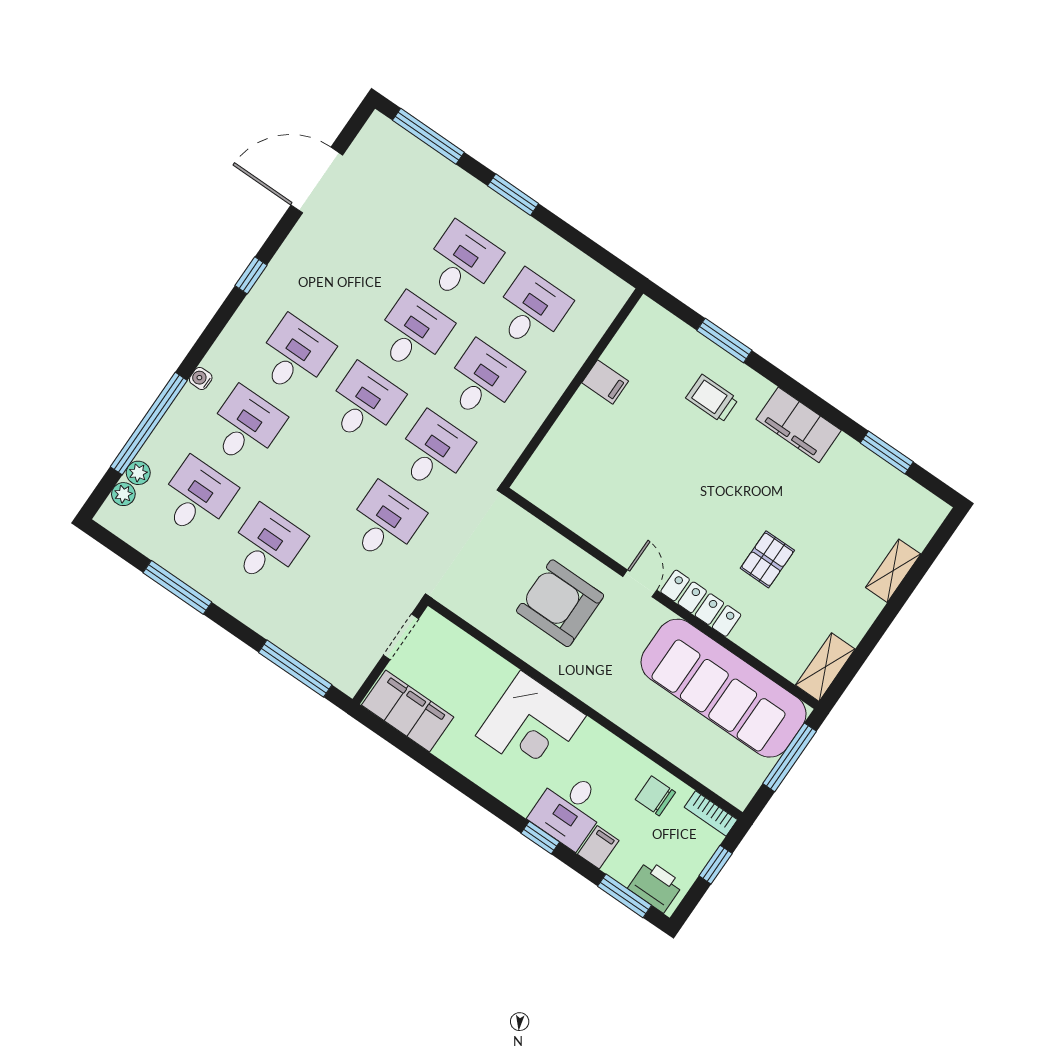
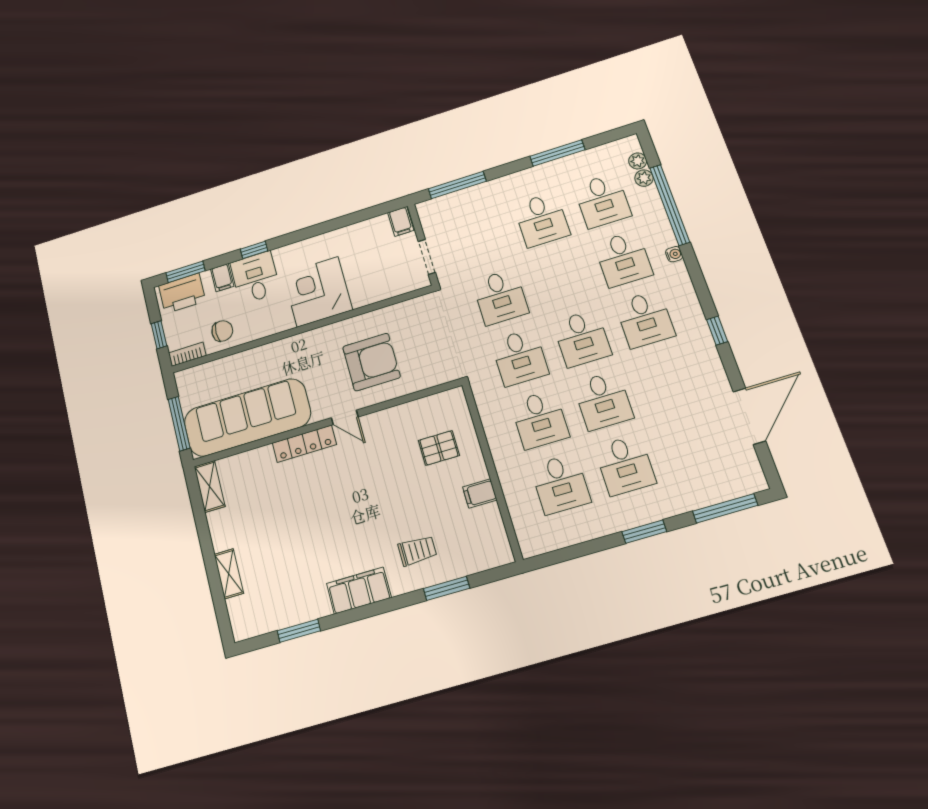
pallet: (767, 559) -> (439, 448), moved, turned 90
filing cabinet: (408, 711) -> (401, 221), width x0.33, depth x0.86
printer: (656, 886) -> (182, 293), width x1.37, depth x1.19

